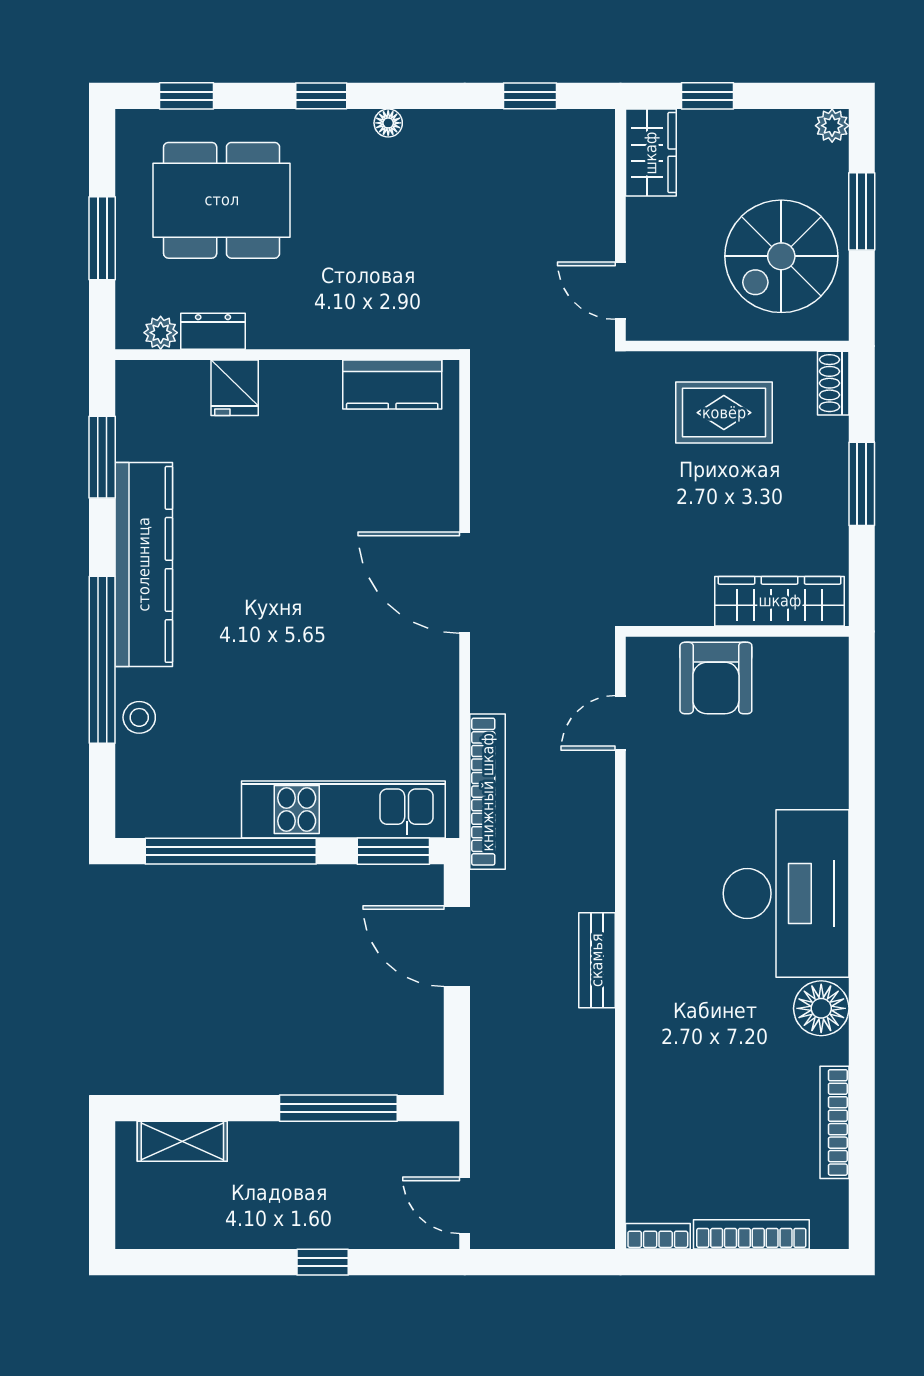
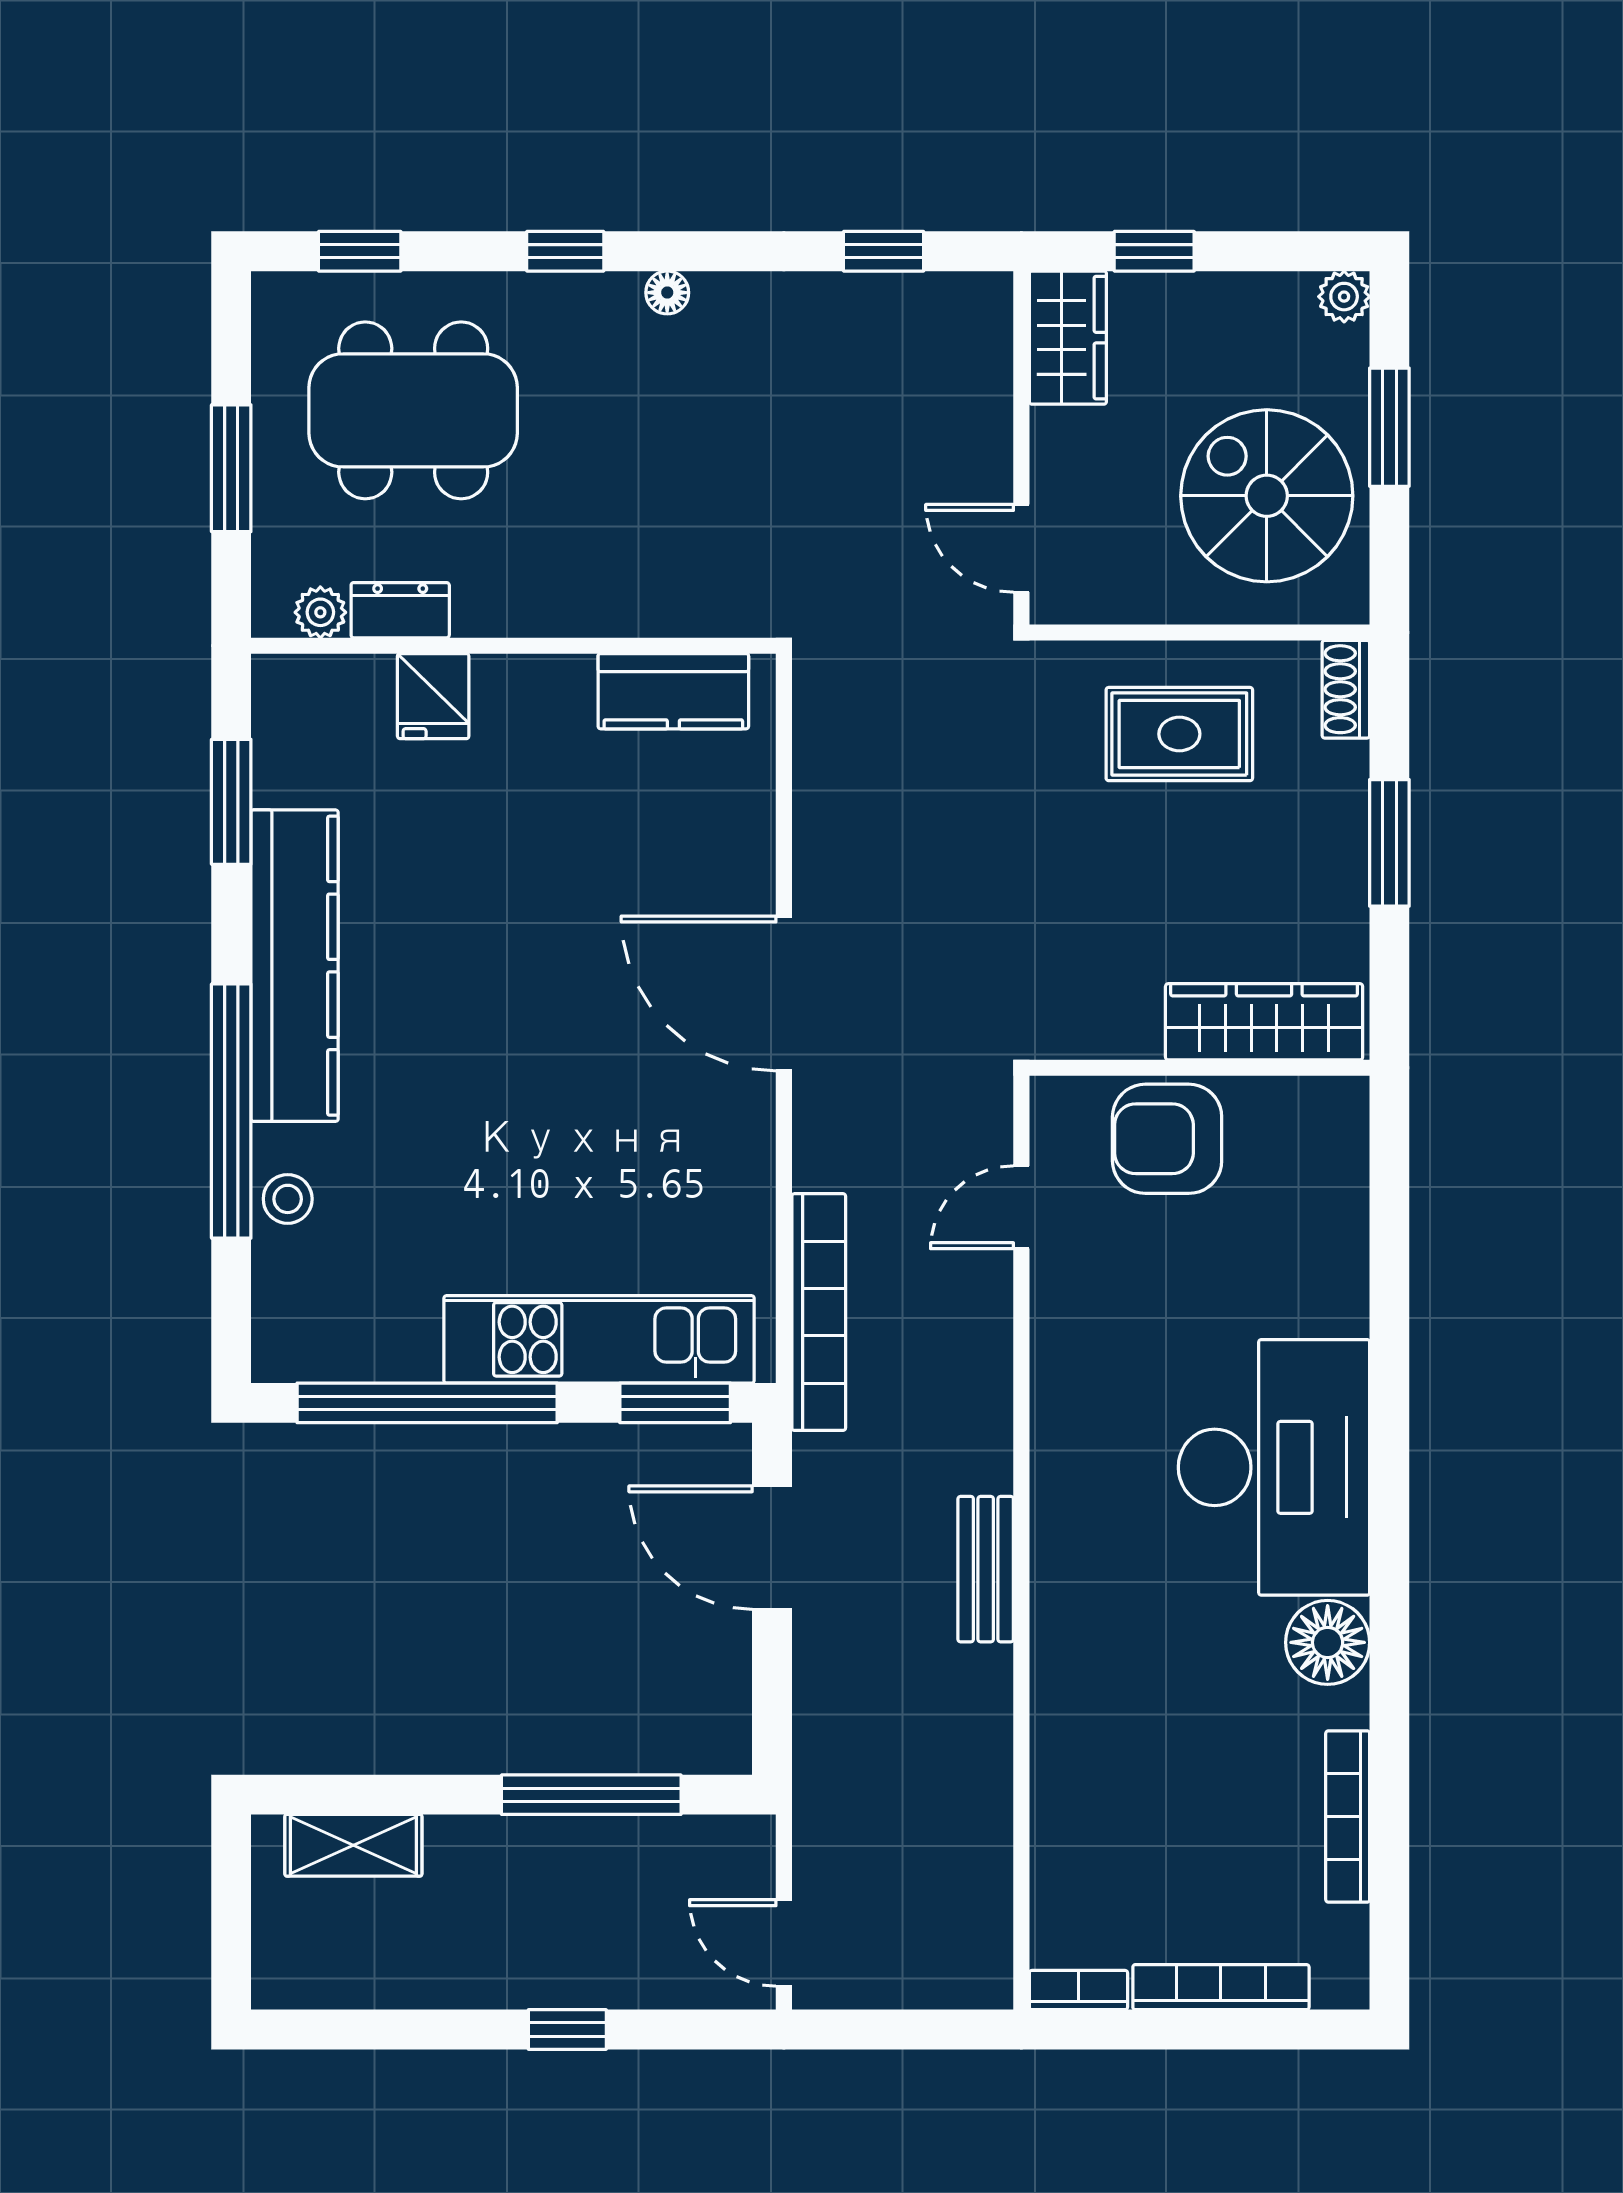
spiral stairs: (781, 256) -> (1267, 496), turned 90
armchair: (716, 678) -> (1167, 1139), turned 90

